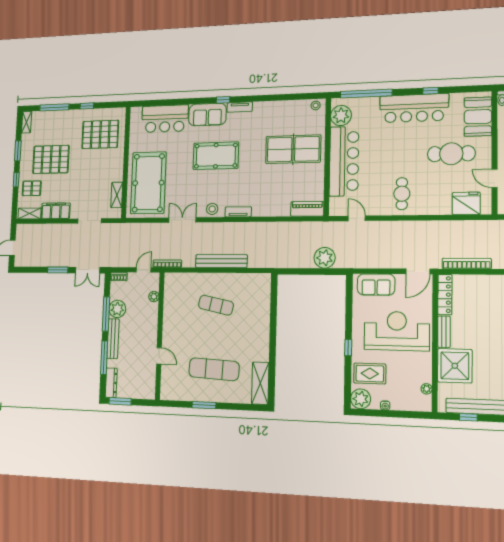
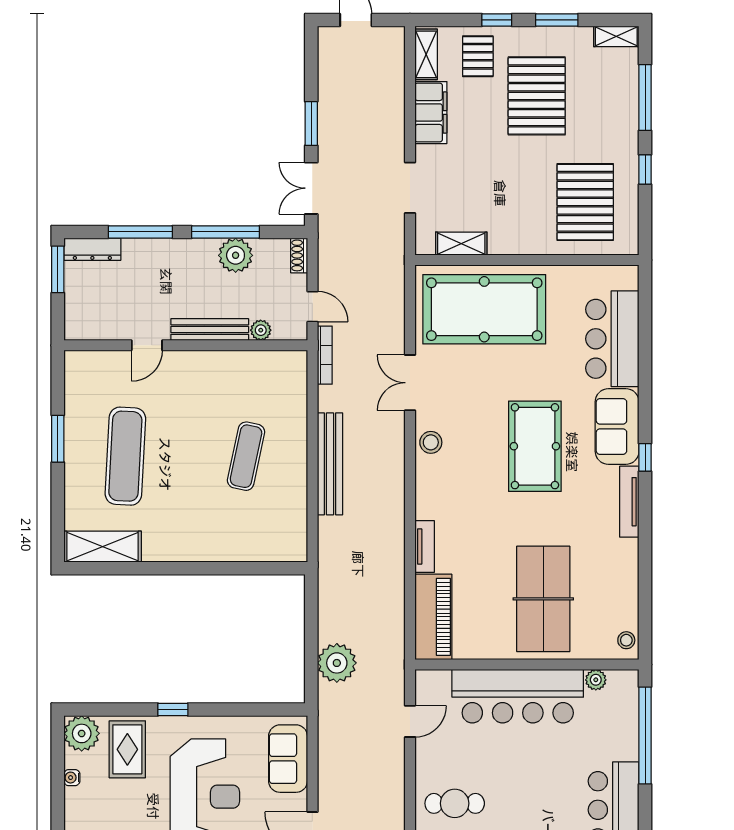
tv unit: (240, 107) -> (629, 502), width x1.41
plant: (341, 116) -> (596, 680), width x0.53, depth x0.53
piano: (307, 209) -> (433, 617), width x1.37, depth x1.33
tv unit: (238, 212) -> (425, 546), moved
double door: (182, 220) -> (410, 383), swing flipped
bench: (113, 339) -> (210, 330), moved

